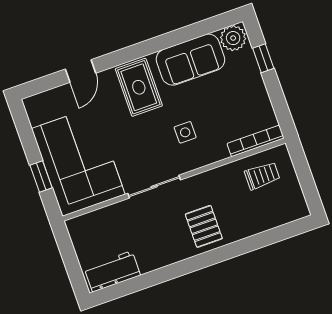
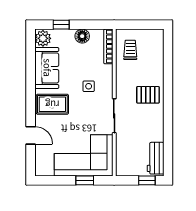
floor lamp: (257, 96) -> (82, 36), added
window: (74, 270) -> (147, 180), added

